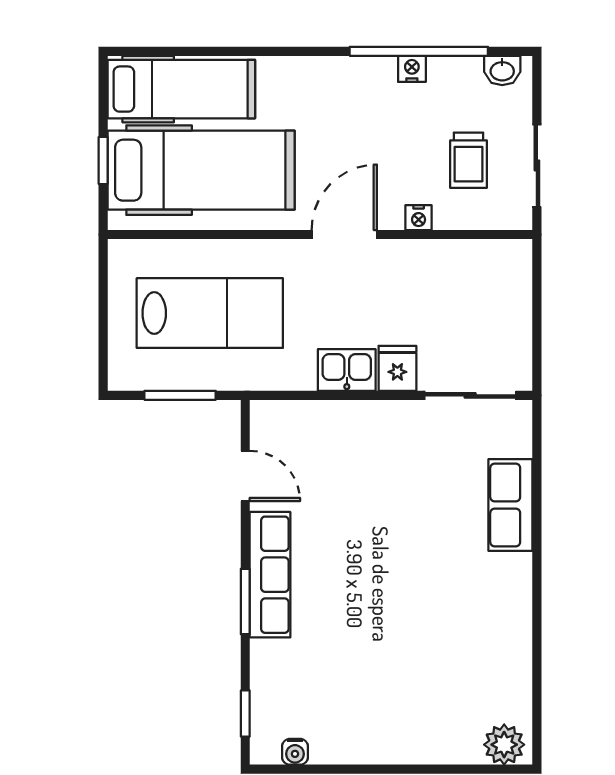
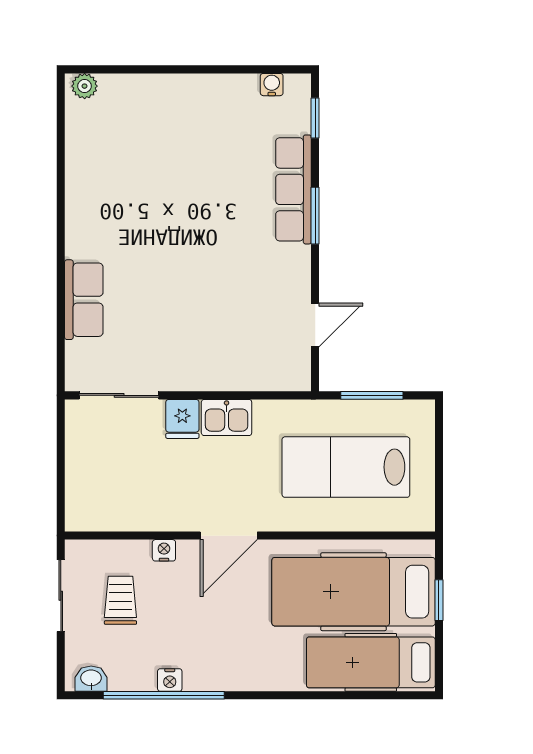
door: (245, 476) -> (315, 325), swing flipped
row of seats: (270, 575) -> (293, 189), moved
plant: (504, 745) -> (85, 86), width x0.73, depth x0.73

